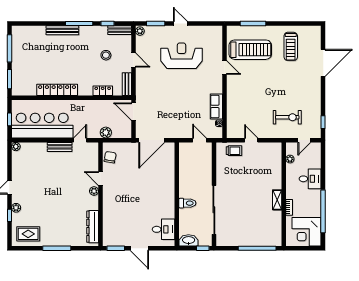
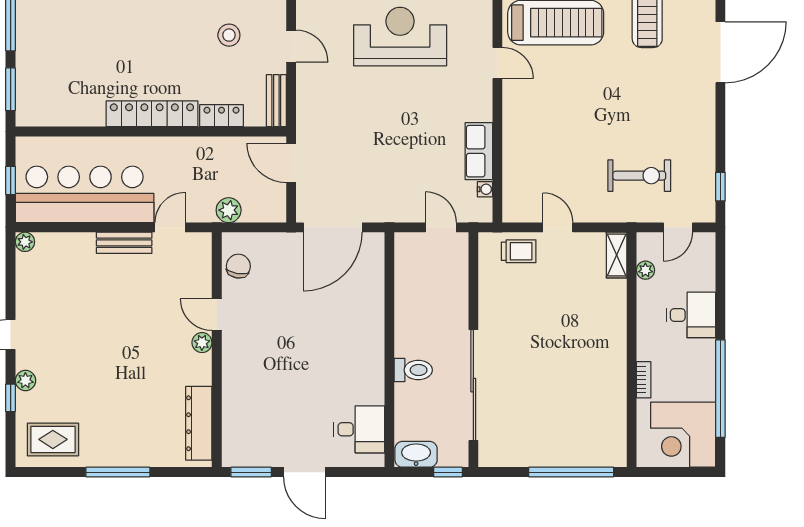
locker: (57, 90) -> (152, 114), moved
shelving: (277, 200) -> (617, 255), moved

